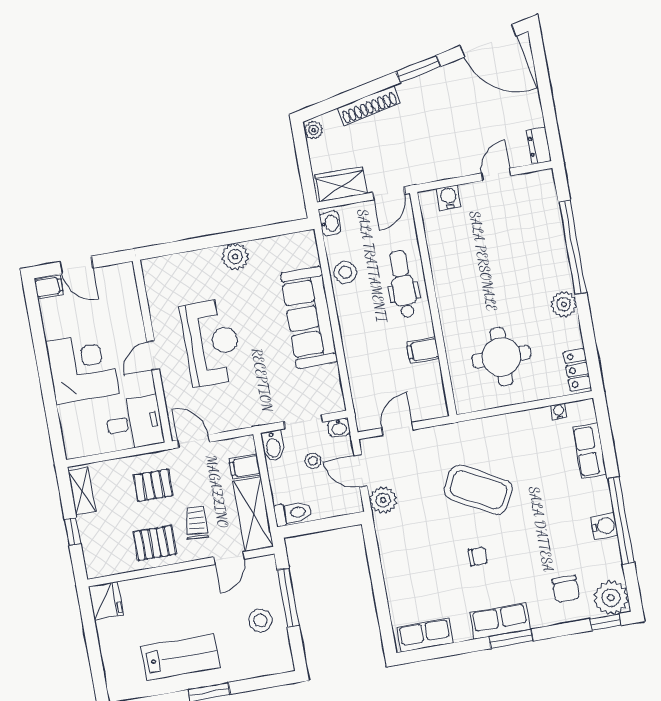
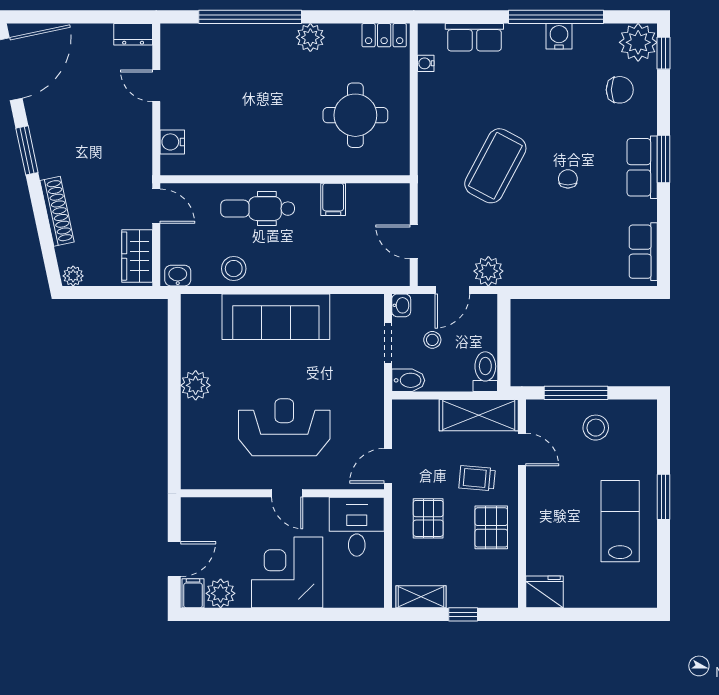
plant: (53, 312) -> (221, 593), added
filing cabinet: (245, 467) -> (426, 415), removed

